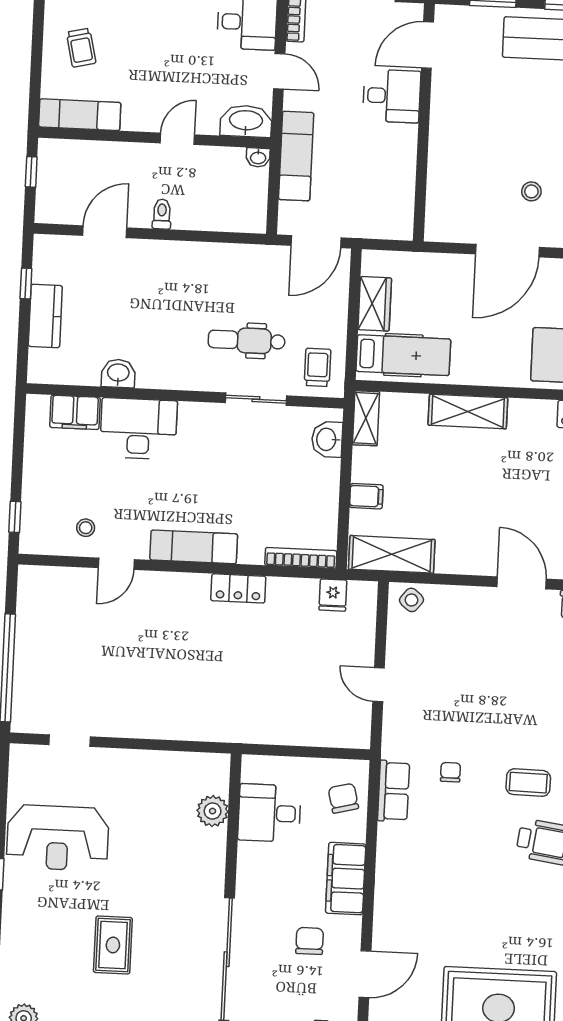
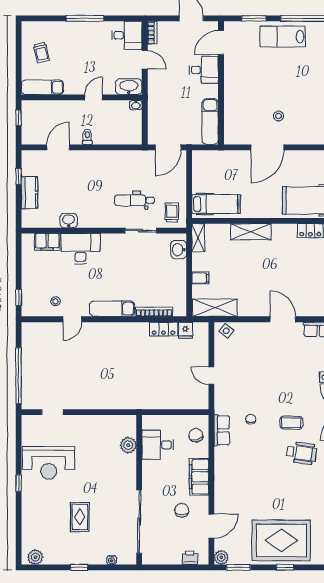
exam couch: (296, 156) -> (210, 122), moved, turned 180
wardrobe: (375, 304) -> (200, 178), removed
bookcase: (301, 558) -> (154, 312), moved
locker: (238, 588) -> (163, 329), moved

